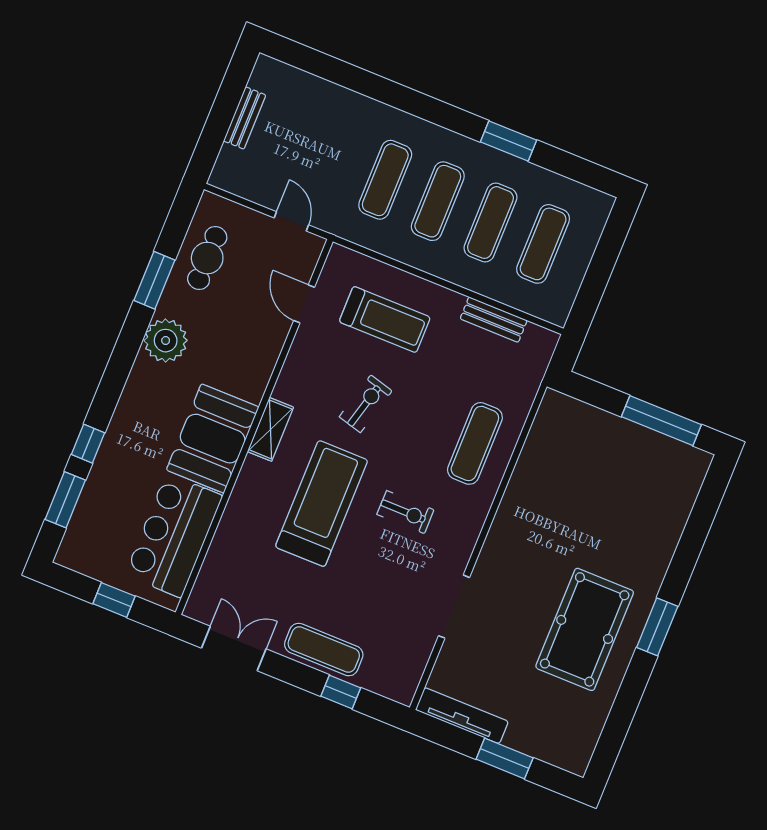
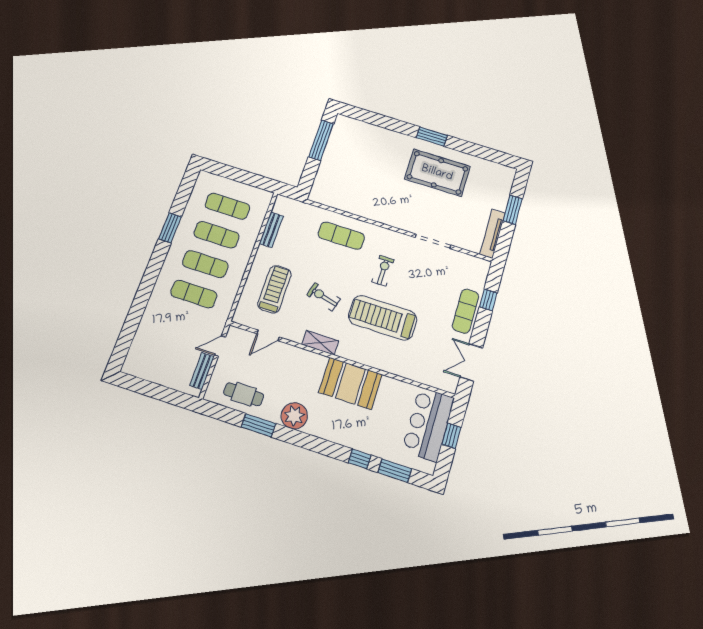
bench: (245, 118) -> (202, 371), moved, turned 90
shelving: (270, 429) -> (320, 343), moved
bar counter: (174, 535) -> (428, 424), moved, turned 90

